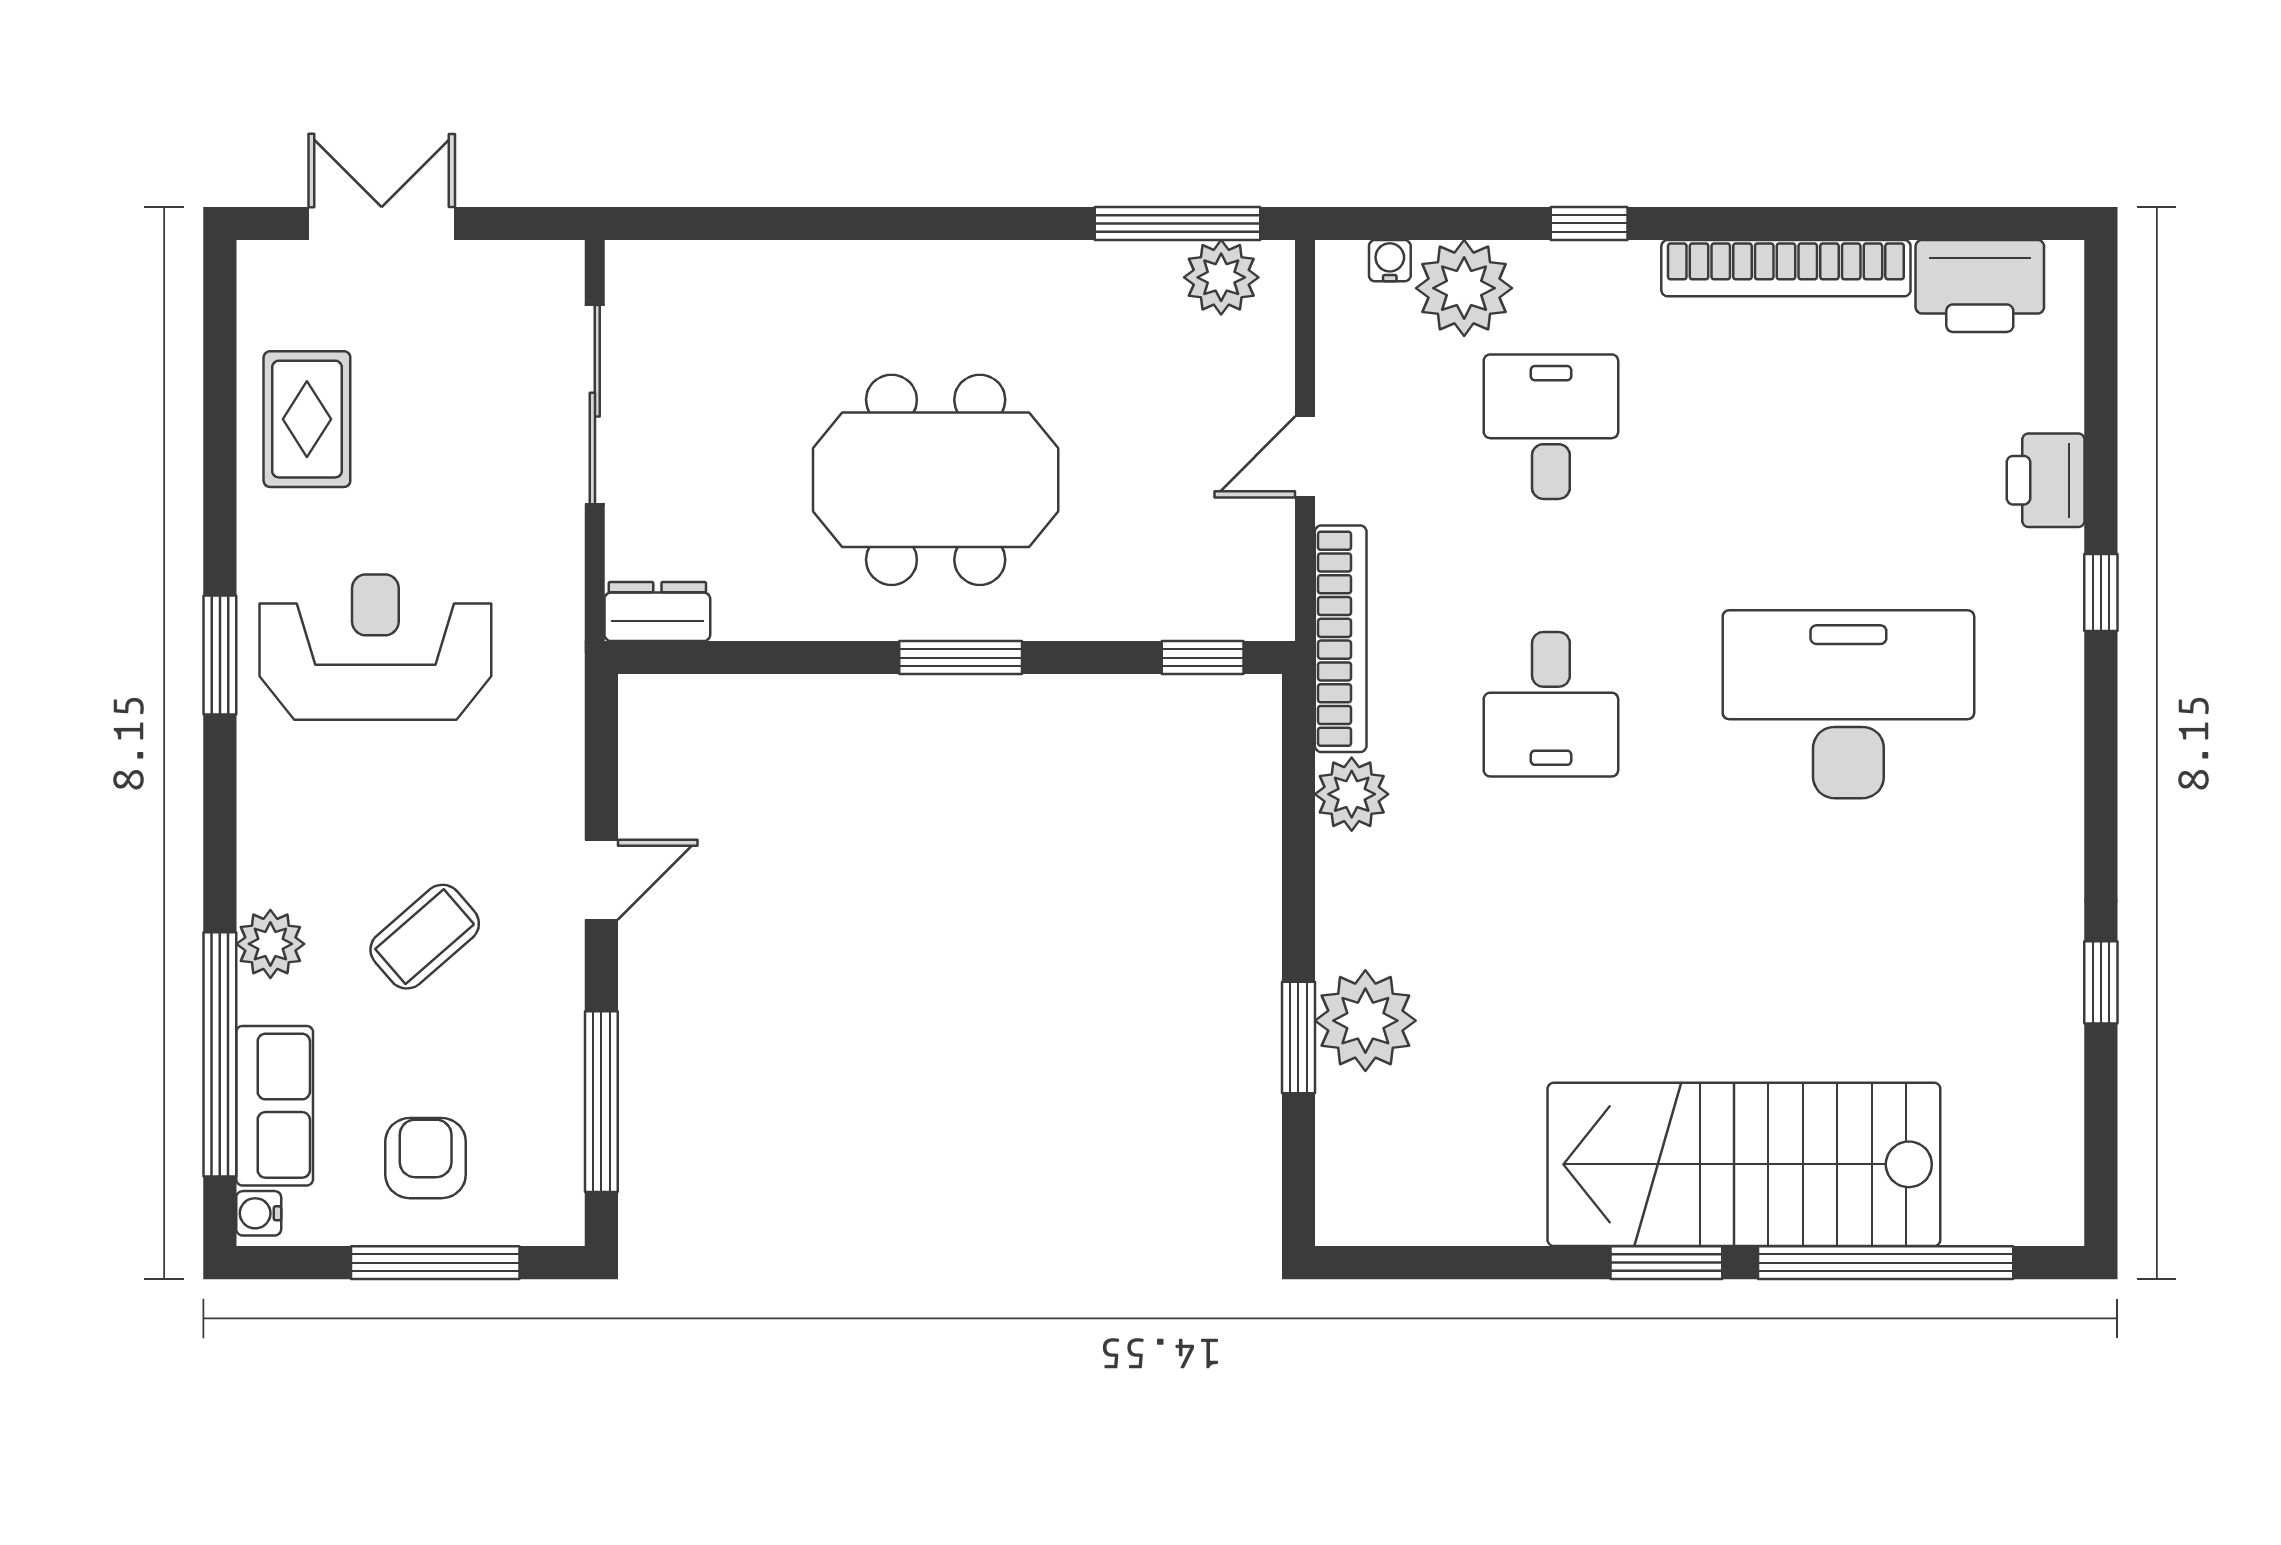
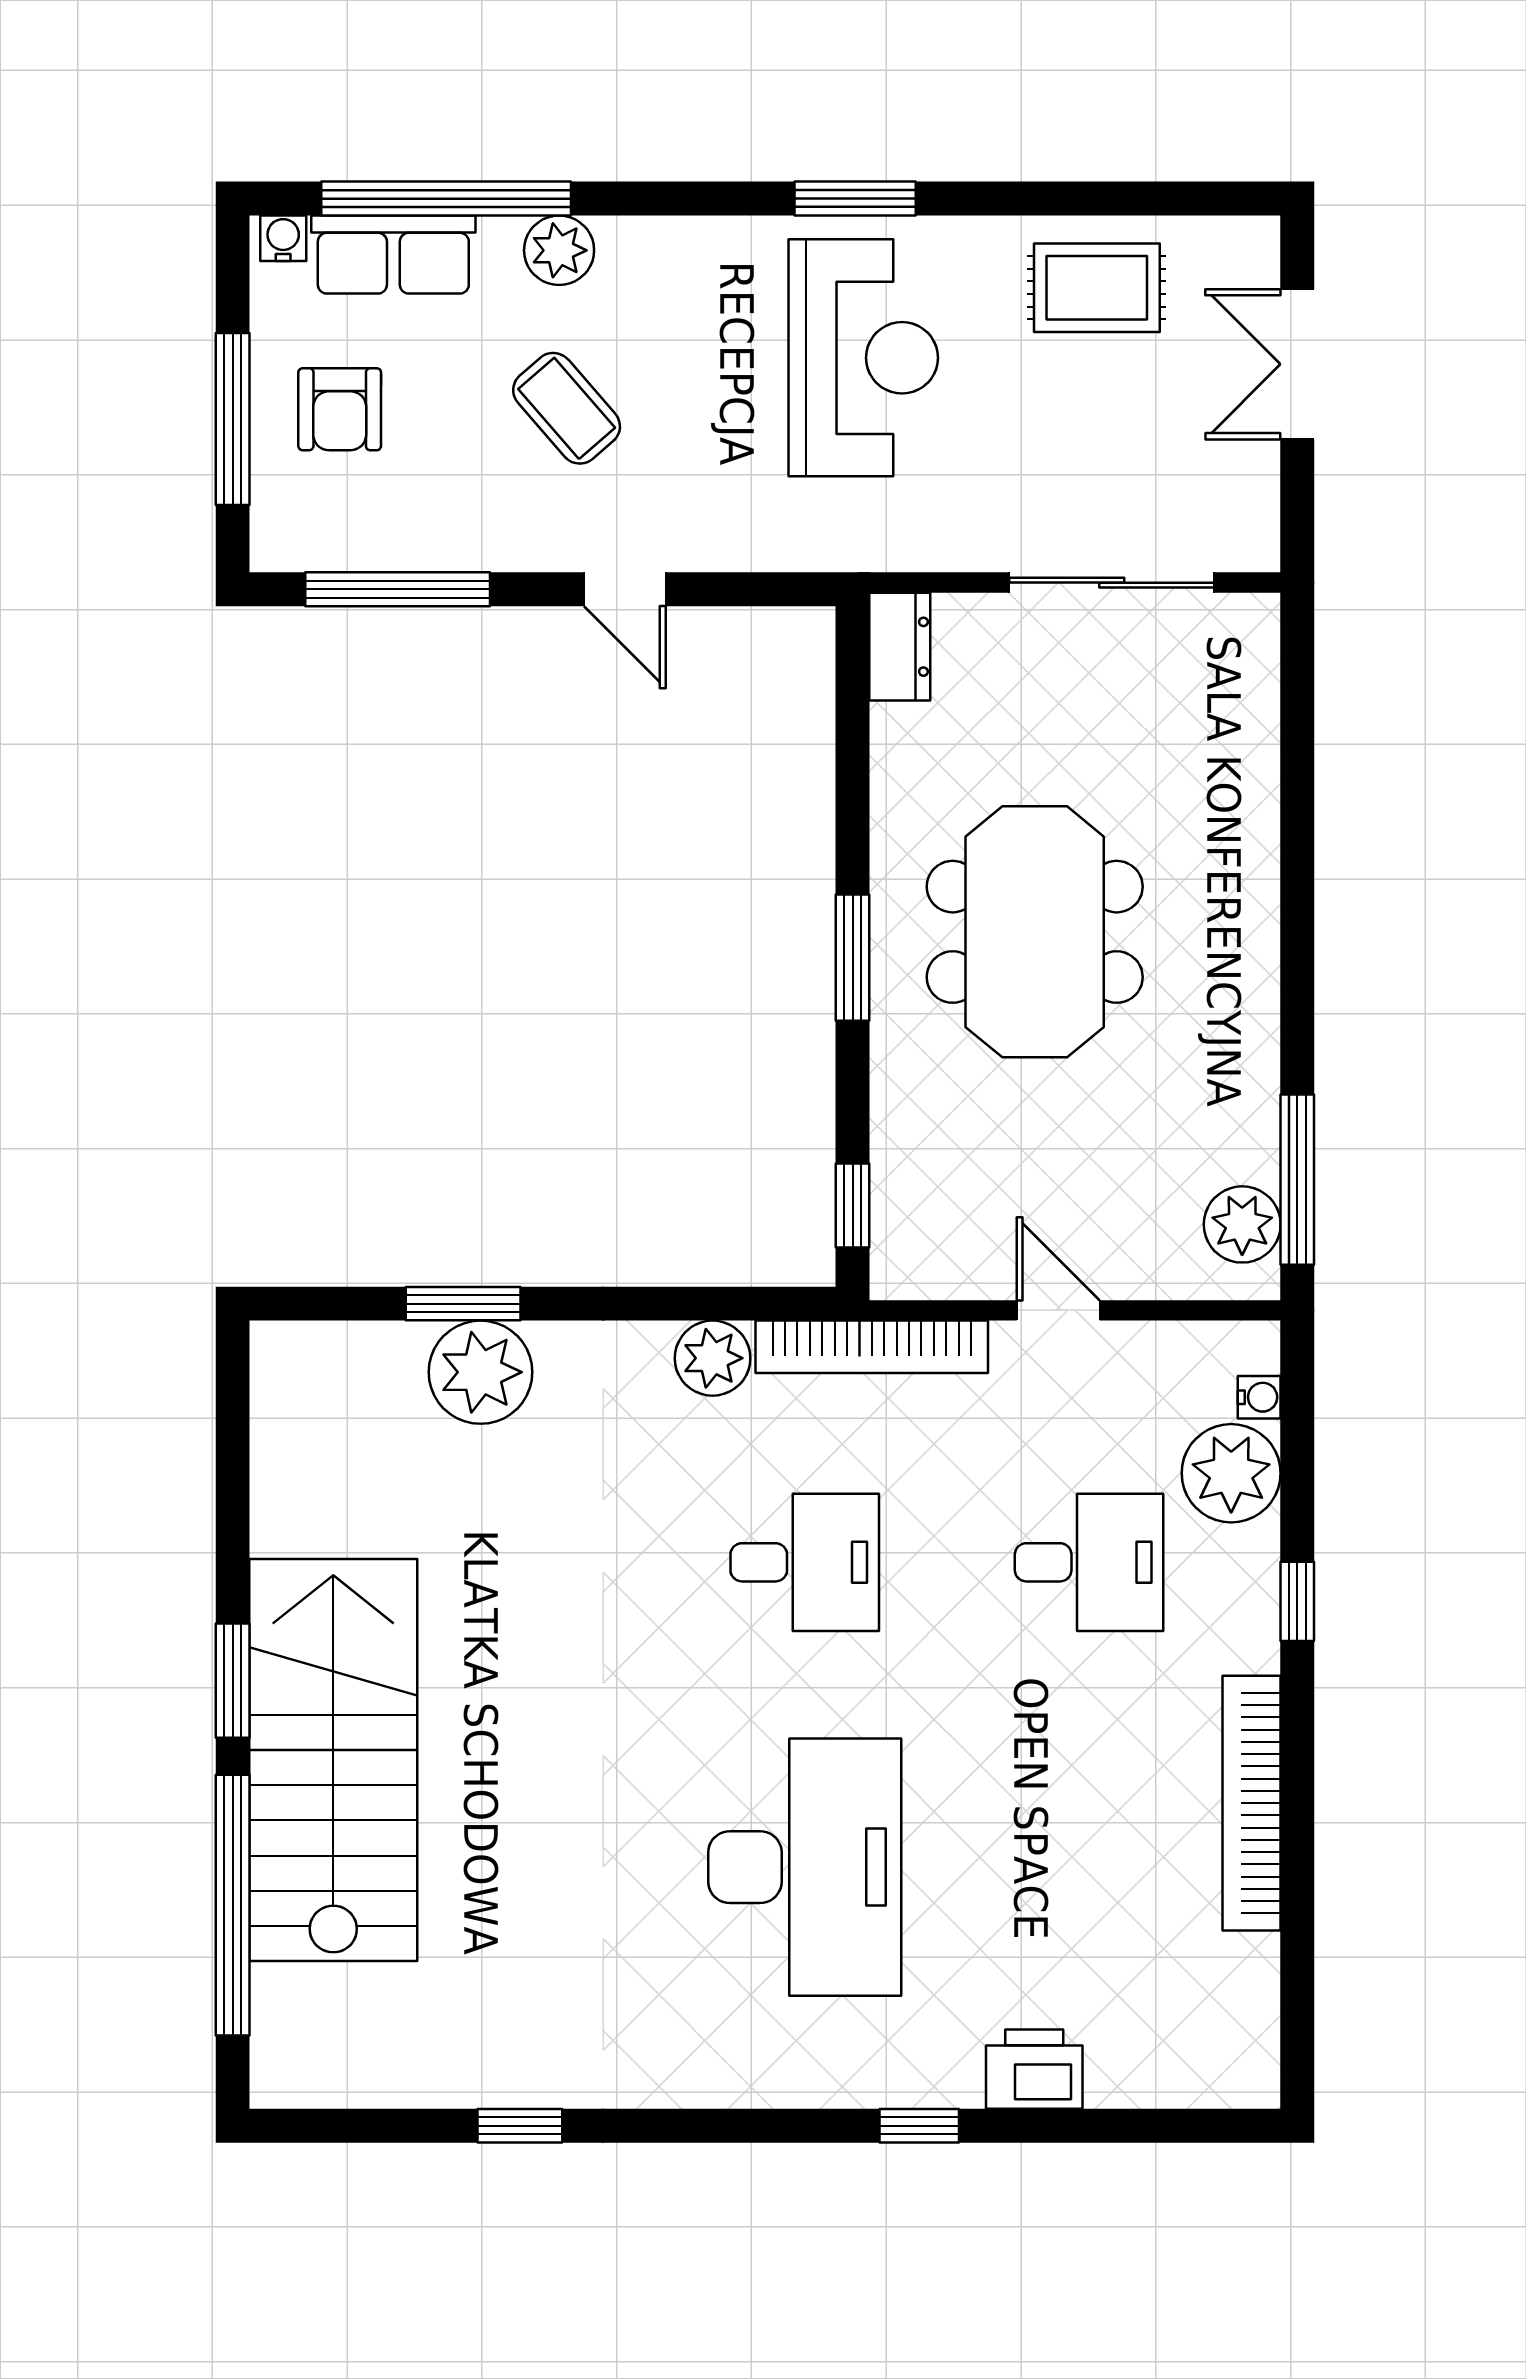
double door: (382, 223) -> (1297, 364), swing flipped
printer: (1980, 286) -> (1233, 2002), removed
desk: (1551, 704) -> (805, 1562), turned 180
armchair: (426, 1158) -> (340, 409), turned 90

